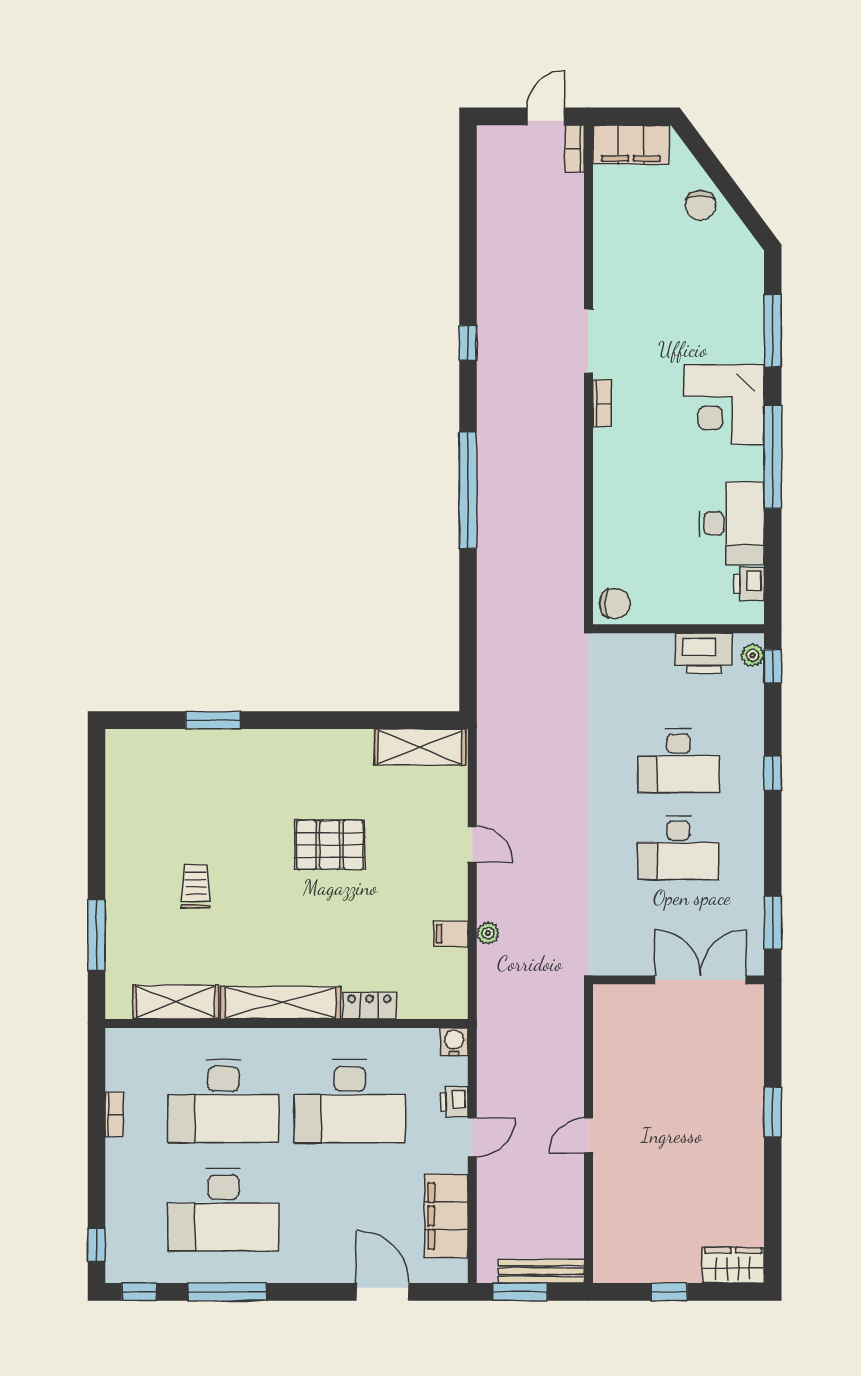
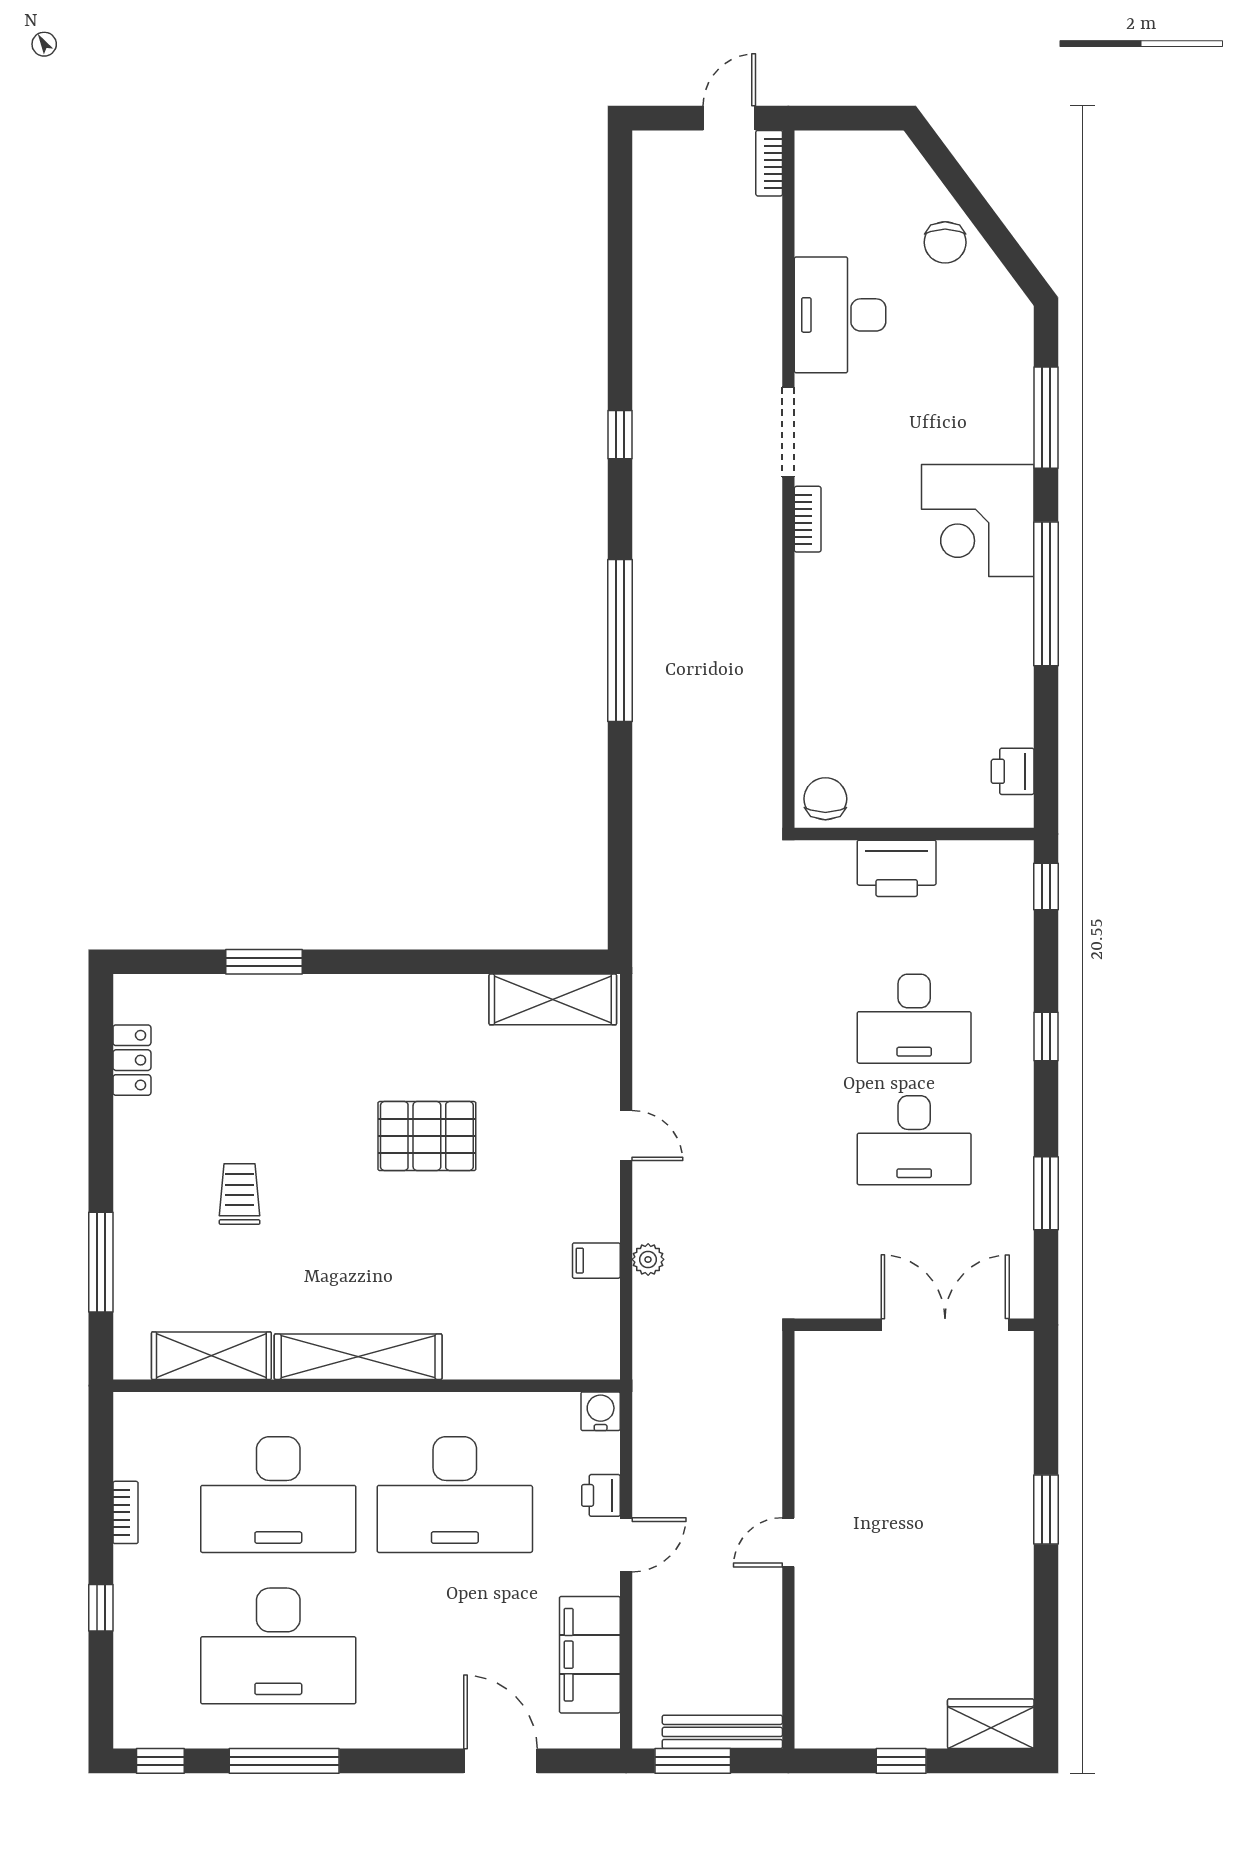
filing cabinet: (631, 145) -> (848, 158), removed
desk: (731, 523) -> (840, 315), moved, turned 180
chair: (615, 603) -> (825, 799), turned -90
printer: (704, 653) -> (897, 868), moved
plant: (753, 655) -> (1018, 871), removed
window: (773, 923) -> (1046, 1193), moved
locker: (370, 1006) -> (132, 1060), moved, turned 90
window: (96, 1245) -> (101, 1608), moved

